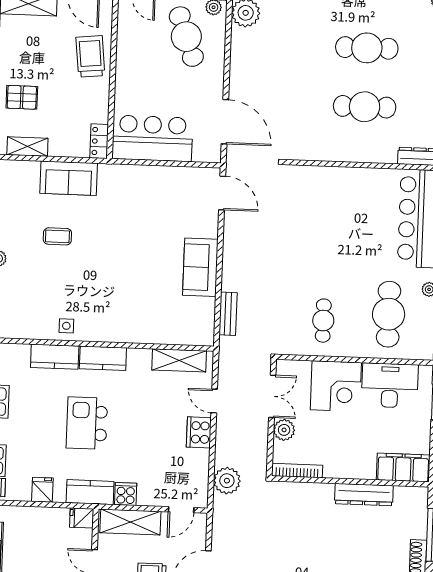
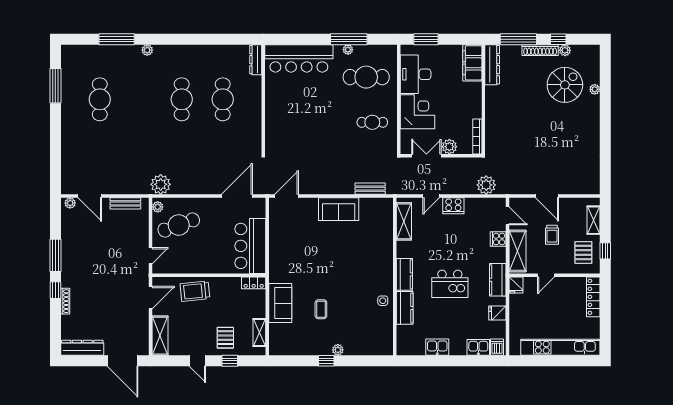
cooker: (126, 494) -> (498, 239), moved
dresser: (364, 495) -> (492, 65), moved

